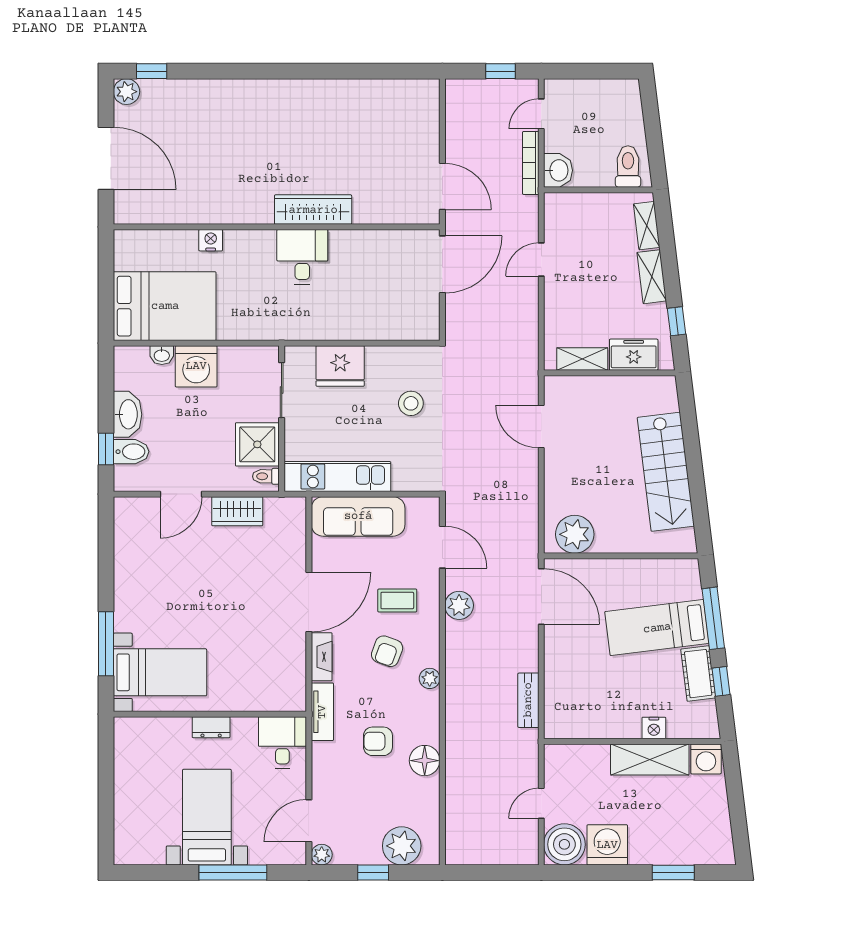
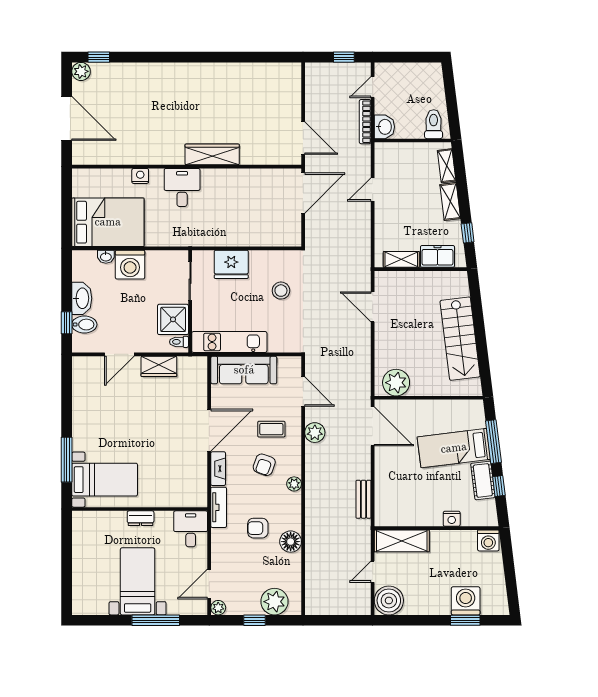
desk: (302, 257) -> (182, 188), moved
shelving: (650, 759) -> (402, 541), moved
washing machine: (607, 845) -> (466, 601), moved

